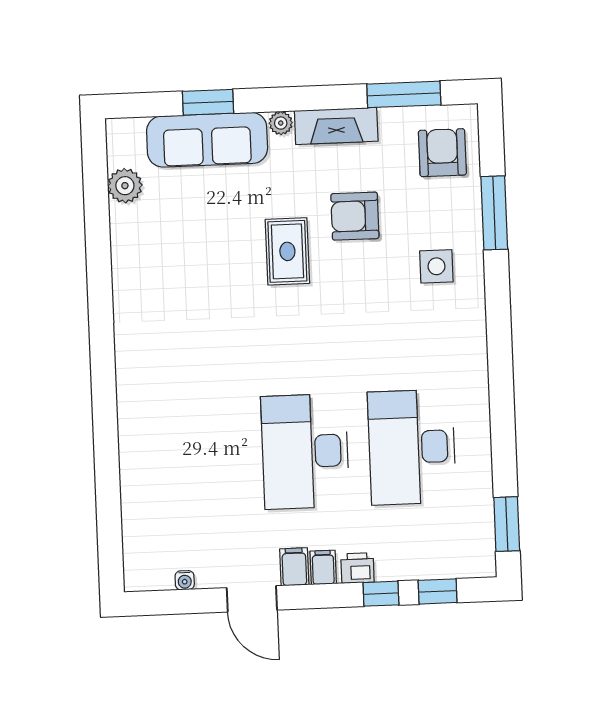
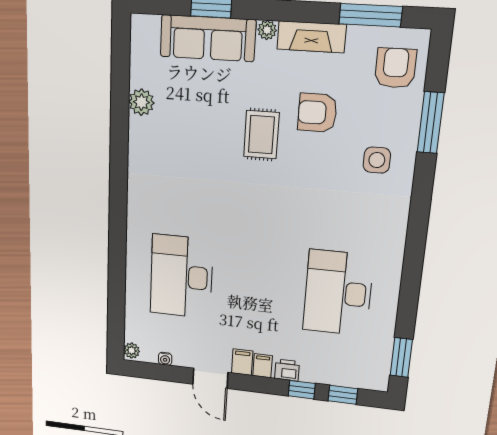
plant: (125, 186) -> (141, 102), moved
desk: (305, 451) -> (181, 277), moved
plant: (135, 576) -> (132, 351), added

